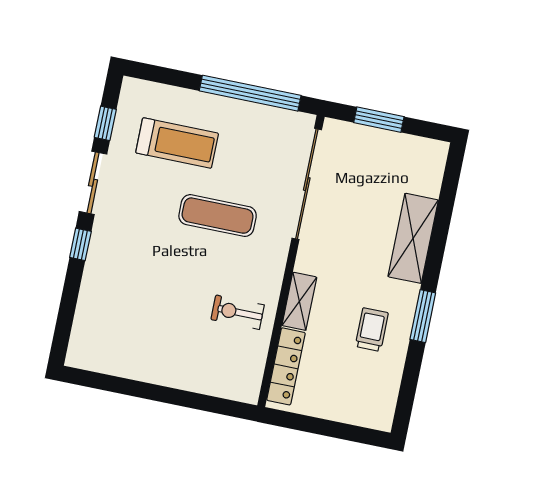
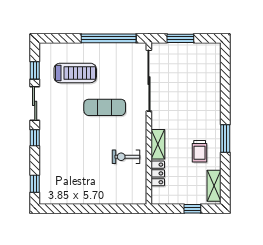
shelving: (413, 238) -> (214, 186), moved, width x0.67, depth x0.75
window: (63, 327) -> (35, 184), added
trolley: (372, 330) -> (200, 151), turned 180
locker: (286, 366) -> (158, 173), width x0.66
window: (338, 430) -> (192, 209), added

